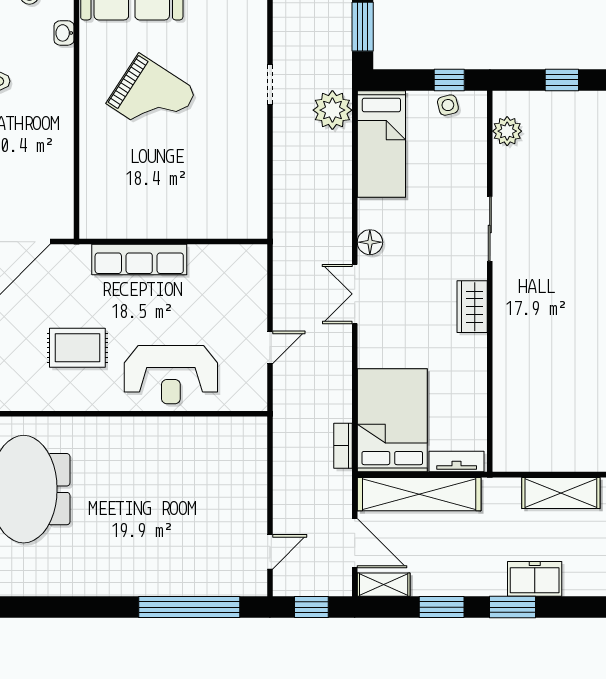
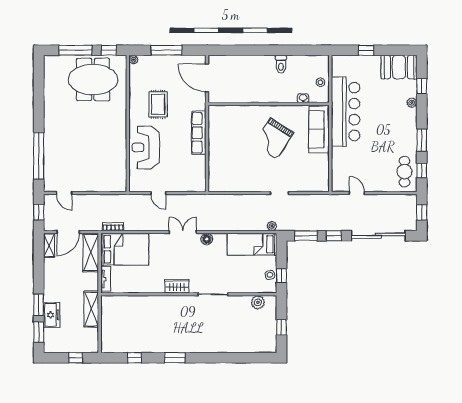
plant: (332, 110) -> (272, 226), width x0.53, depth x0.53
shelving: (561, 493) -> (91, 309), moved
shelving: (419, 494) -> (91, 253), width x0.68
window: (442, 607) -> (39, 332), moved

